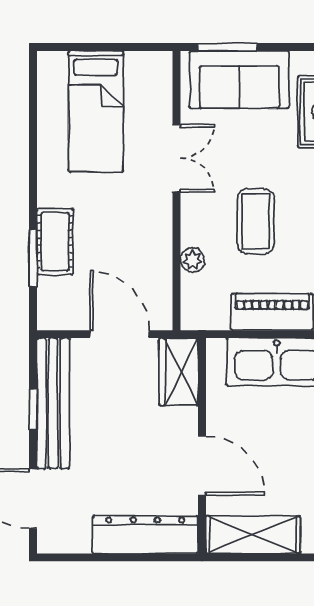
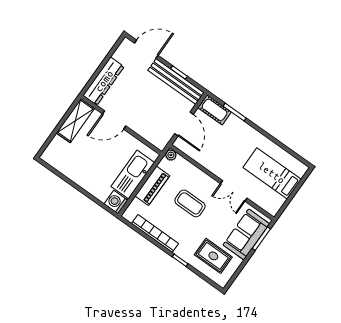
cot: (55, 242) -> (215, 110), moved
plant: (193, 260) -> (171, 155), moved
door: (119, 334) -> (184, 124), hinge flipped
wardrobe: (179, 372) -> (155, 136), removed

